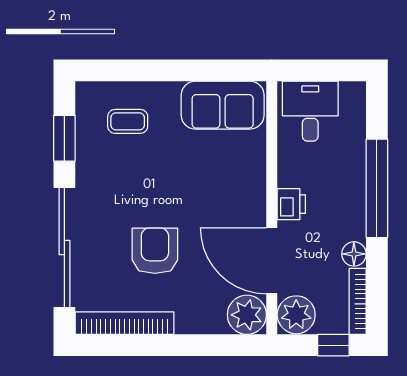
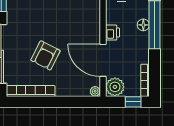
armchair: (155, 251) -> (46, 55), turned -153
floor lamp: (354, 254) -> (143, 25), moved
plant: (247, 315) -> (95, 91), width x0.53, depth x0.53

